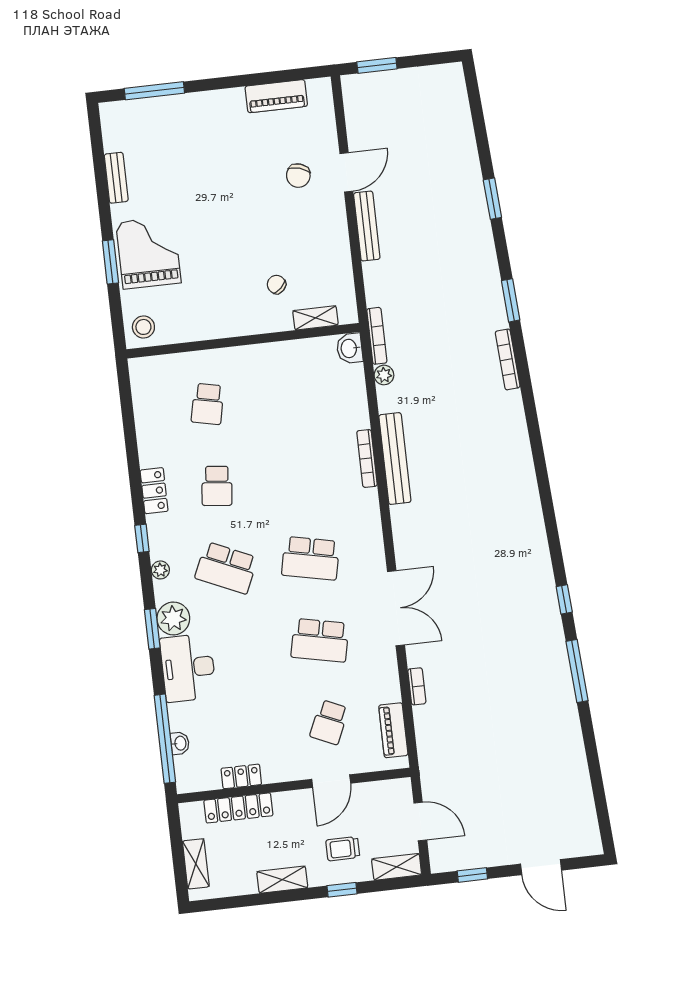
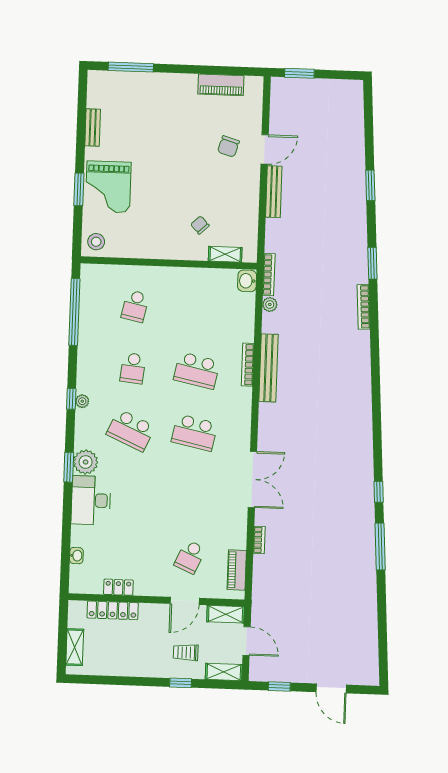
grand piano: (148, 253) -> (108, 187), turned 180
locker: (154, 491) -> (86, 365), removed
plant: (160, 570) -> (82, 401), moved
school desk: (320, 640) -> (197, 371), moved
window: (165, 739) -> (74, 312), moved
shelving: (282, 880) -> (226, 614), moved

